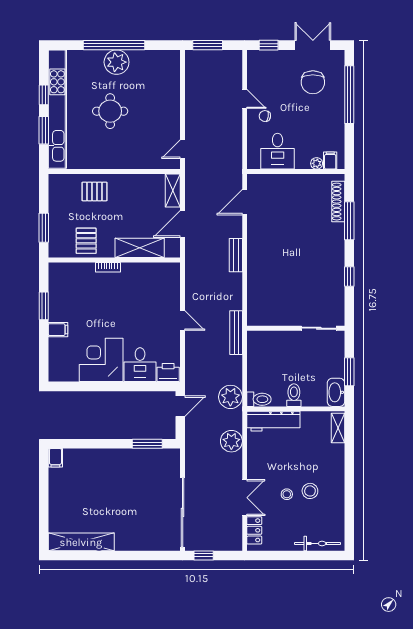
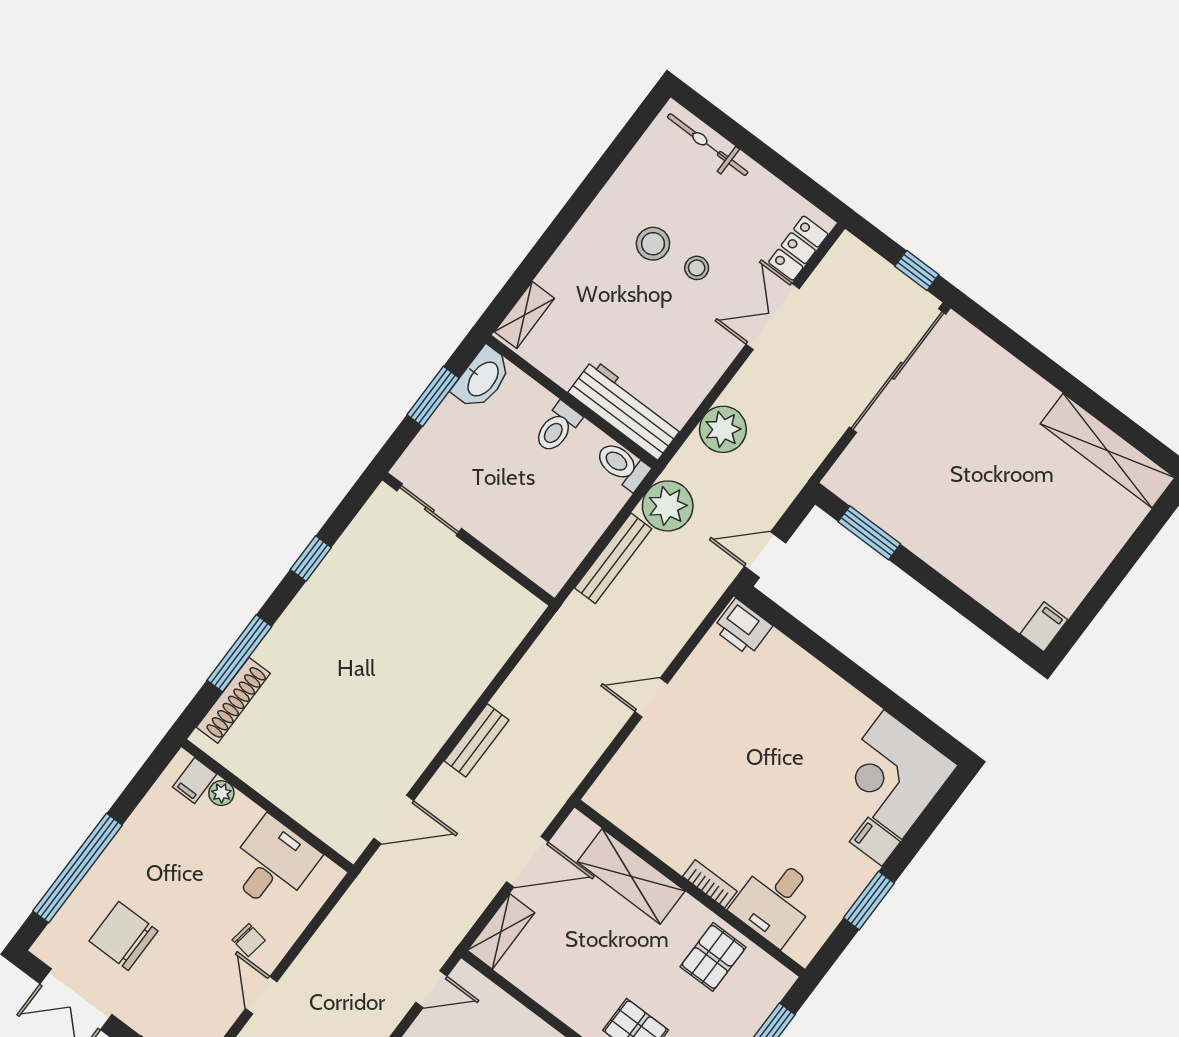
chair: (313, 82) -> (124, 936), turned -90
door: (183, 320) -> (651, 698), hinge flipped
bench: (236, 333) -> (613, 558), moved
corner desk: (101, 360) -> (893, 775), moved, turned 90
desk: (140, 365) -> (776, 901), moved, turned 180

